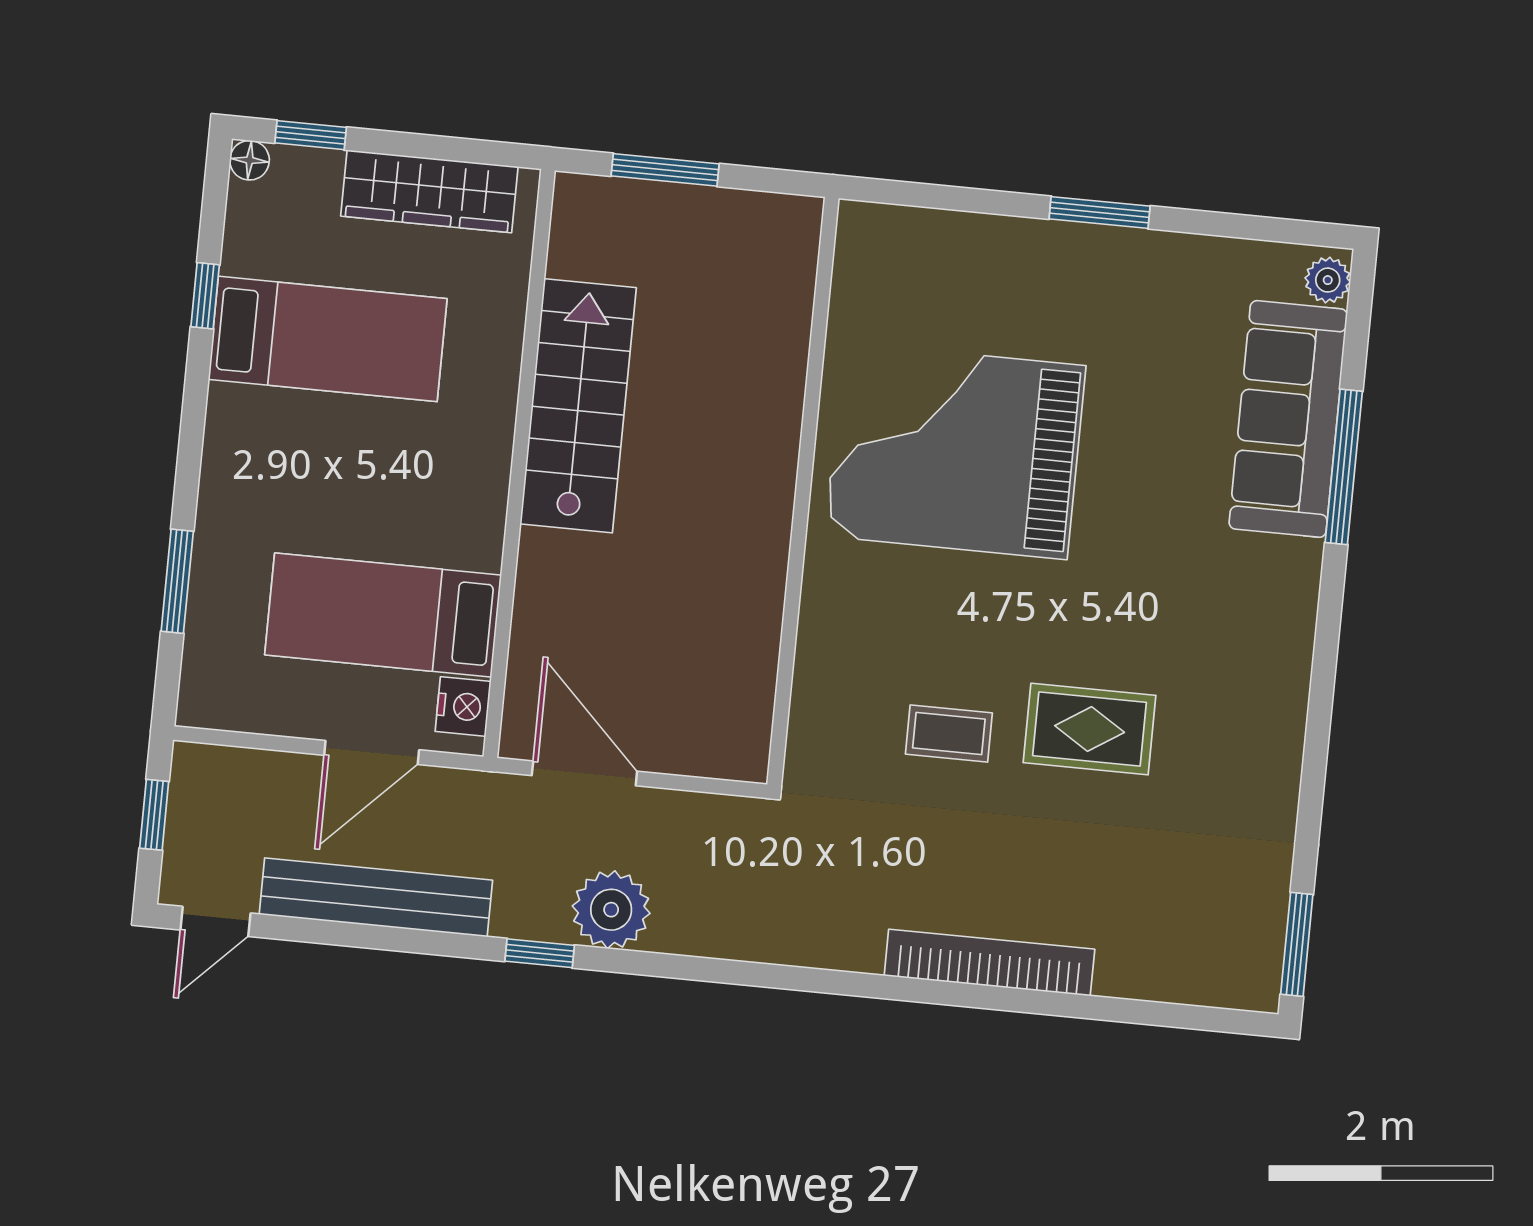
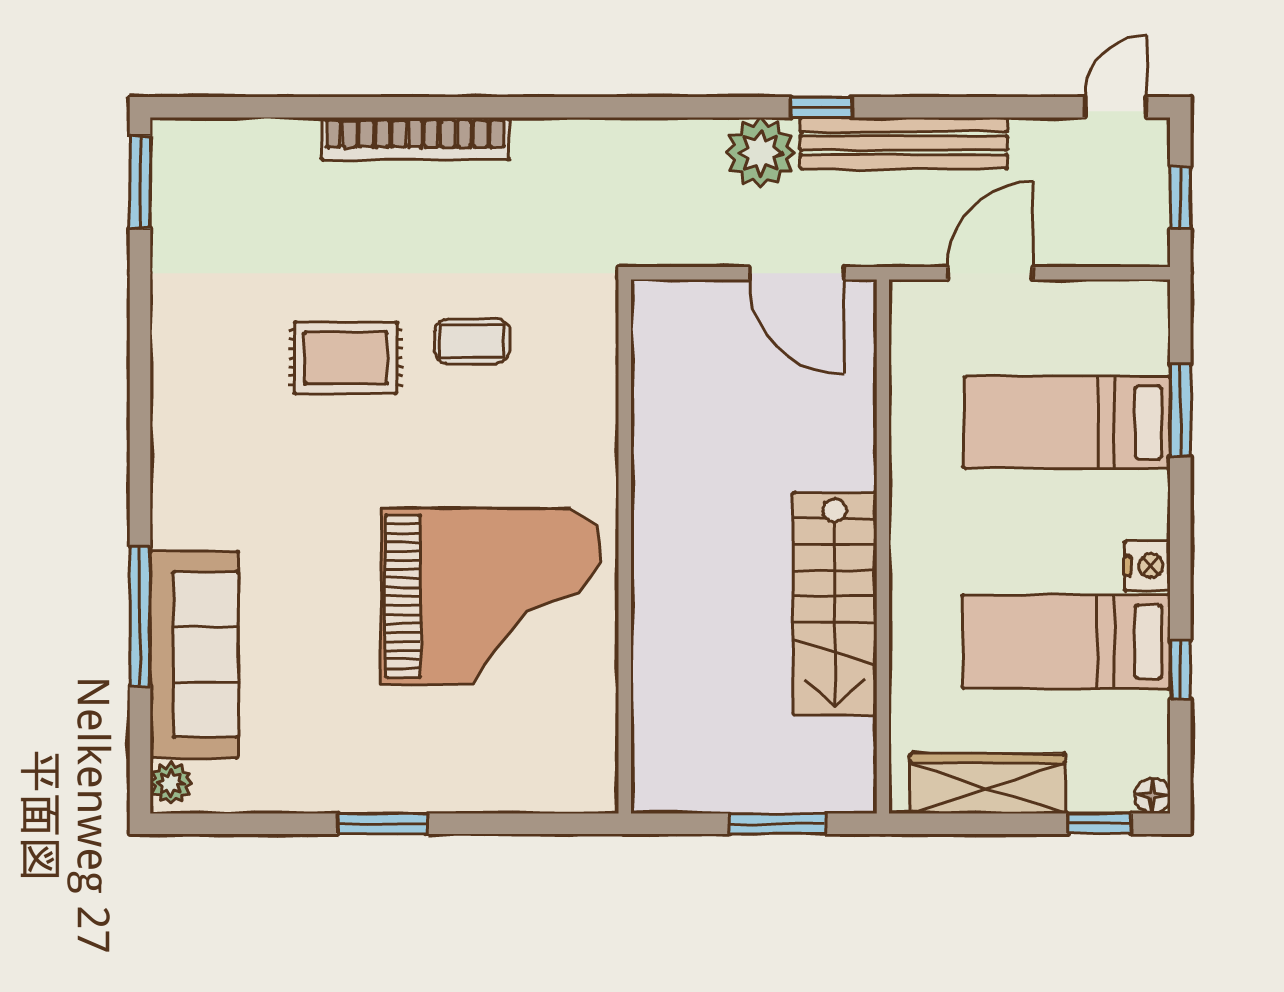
bed: (383, 615) -> (1067, 422), moved, turned 180
nightstand: (463, 706) -> (1147, 566), moved, turned 180
bench: (376, 897) -> (904, 143), moved

